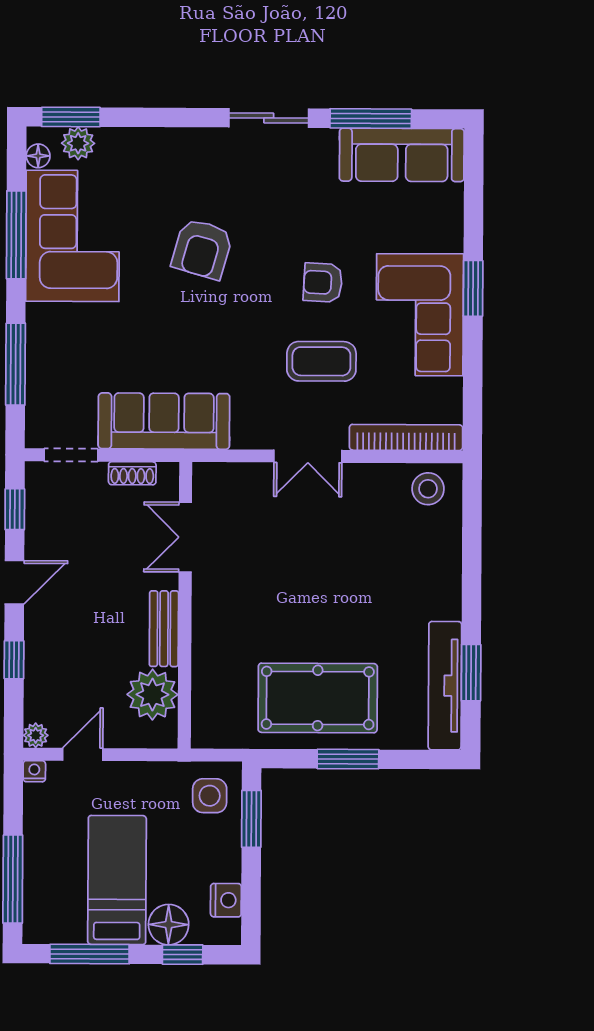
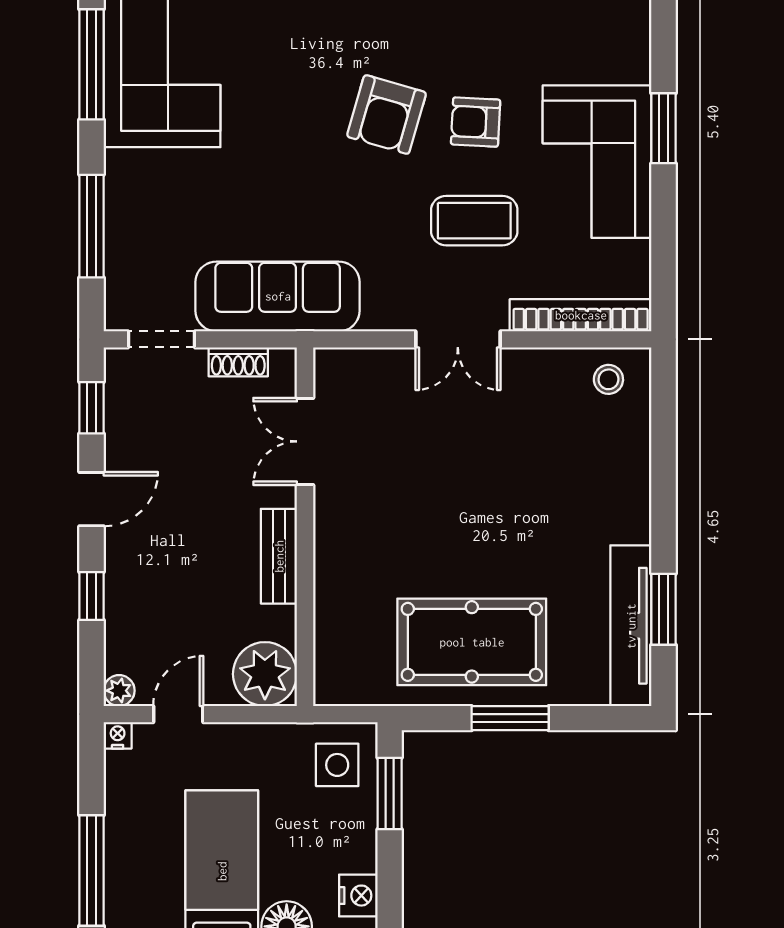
armchair: (202, 249) -> (387, 115), moved
stool: (428, 489) -> (608, 379), width x0.73, depth x0.73
plant: (152, 695) -> (265, 674), moved

